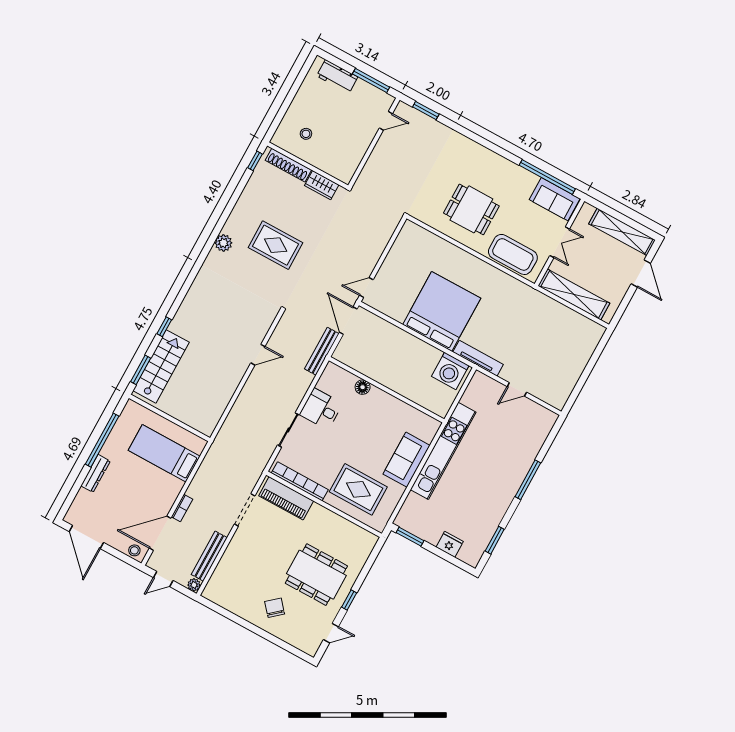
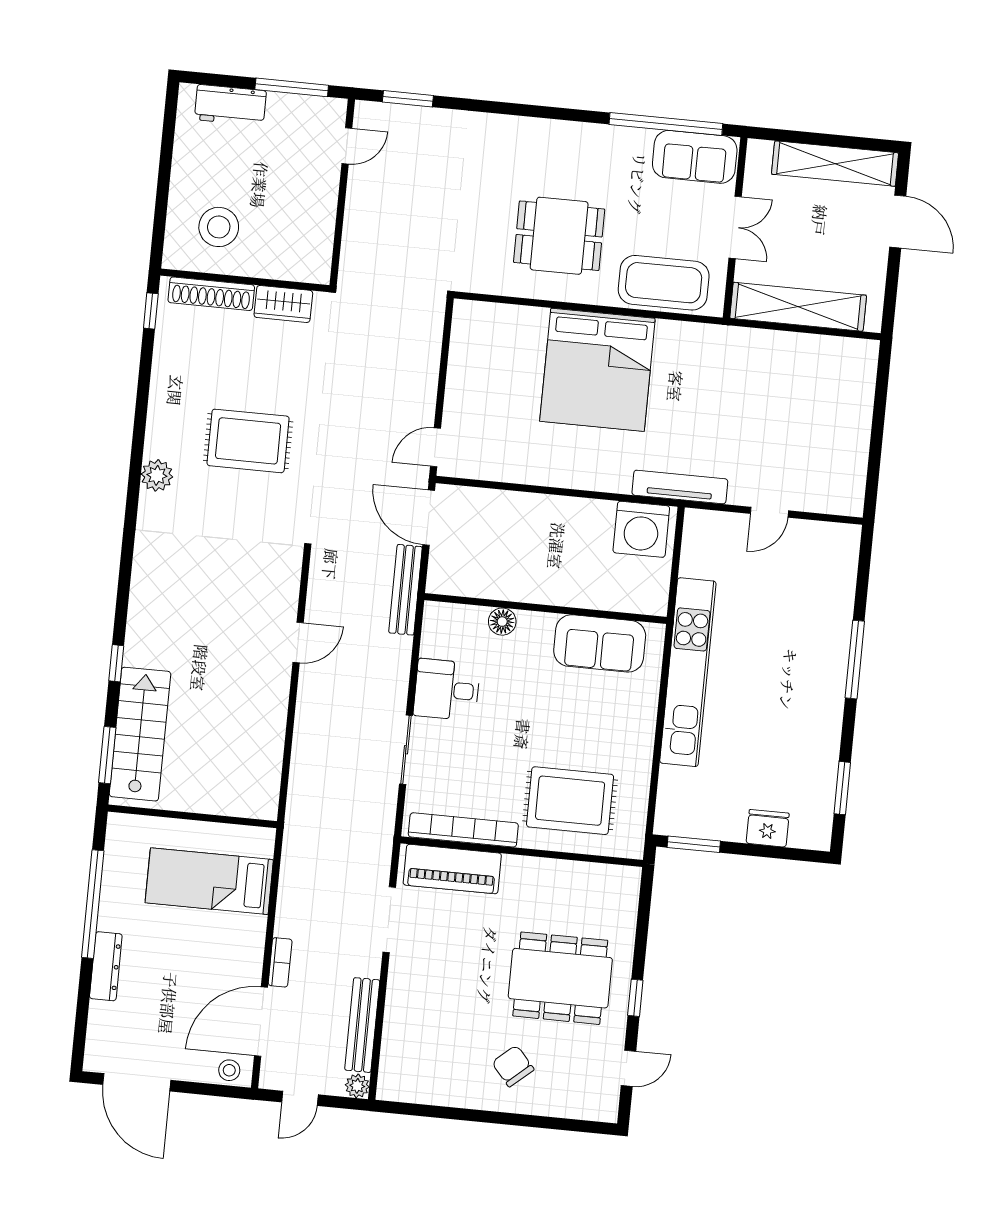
stool: (306, 134) -> (219, 227), width x1.89, depth x1.89
bed: (442, 311) -> (597, 370), moved, turned 180
sofa: (406, 460) -> (600, 643), moved, turned -90

